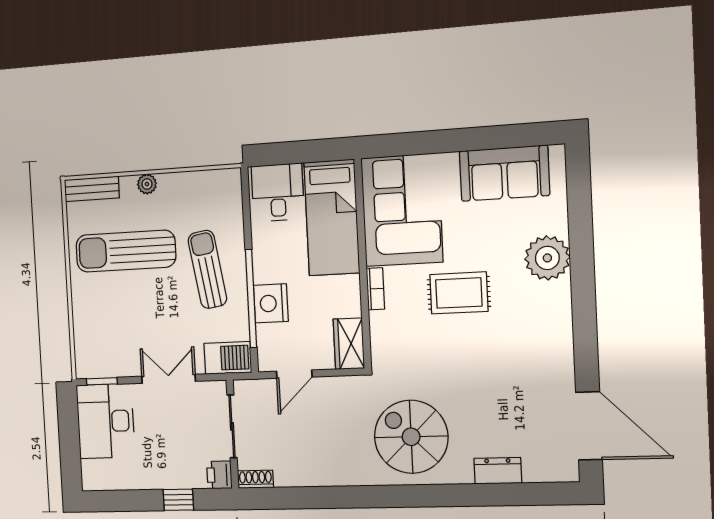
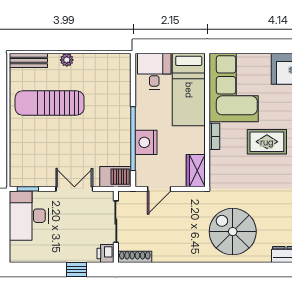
sun lounger: (207, 269) -> (105, 118), removed
shoe rack: (255, 479) -> (135, 257), width x1.43

